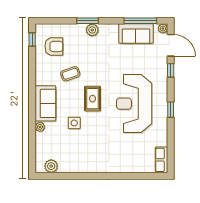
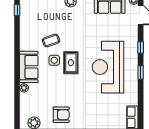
armchair: (54, 46) -> (61, 115), moved
window: (171, 70) -> (141, 48), moved
side table: (74, 123) -> (54, 60), moved

